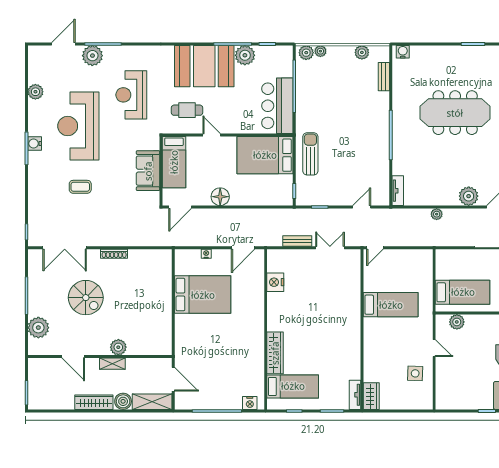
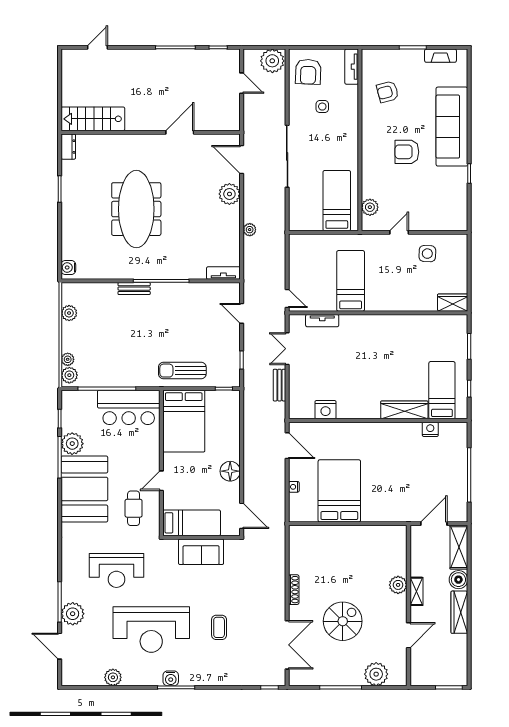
bench: (384, 77) -> (134, 289), moved
tv unit: (355, 395) -> (322, 321), moved
nightstand: (250, 403) -> (430, 429), moved, turned -90

